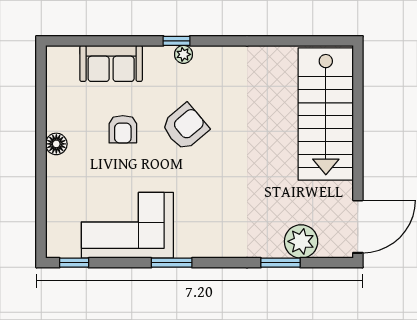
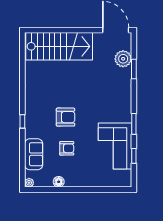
plant: (183, 54) -> (29, 183), moved
armchair: (185, 127) -> (66, 117), turned 130
floor lamp: (56, 144) -> (59, 182), moved
window: (74, 263) -> (134, 156), moved

